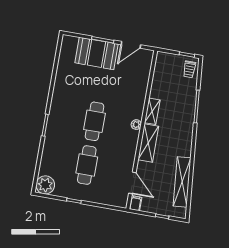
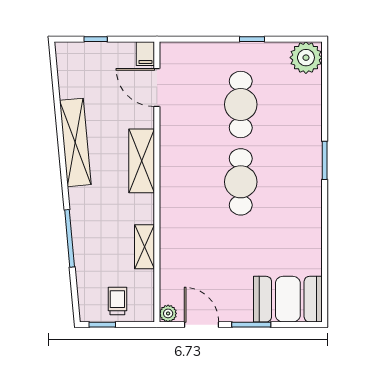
door: (131, 45) -> (202, 325), hinge flipped
booth: (97, 53) -> (288, 299), moved
trolley: (189, 69) -> (117, 301), moved
shelving: (152, 111) -> (145, 247), moved
plant: (136, 125) -> (168, 313), moved
shelving: (182, 182) -> (75, 142), moved

